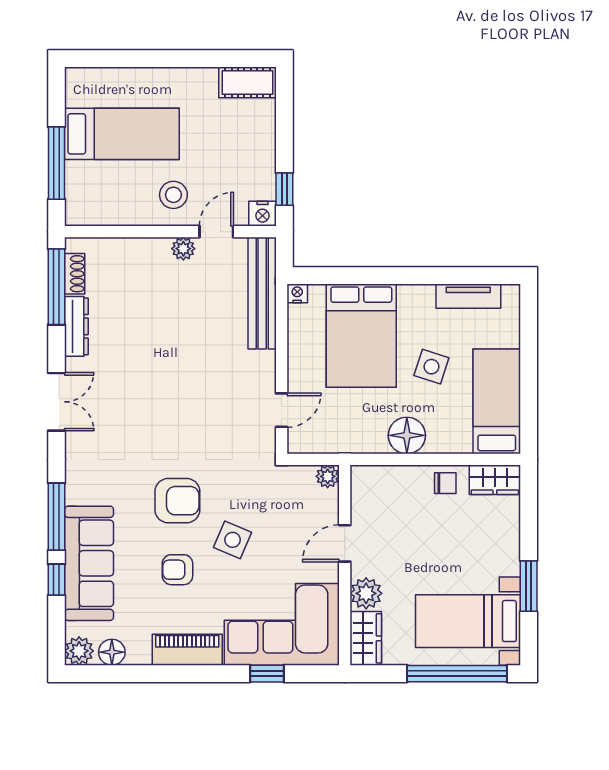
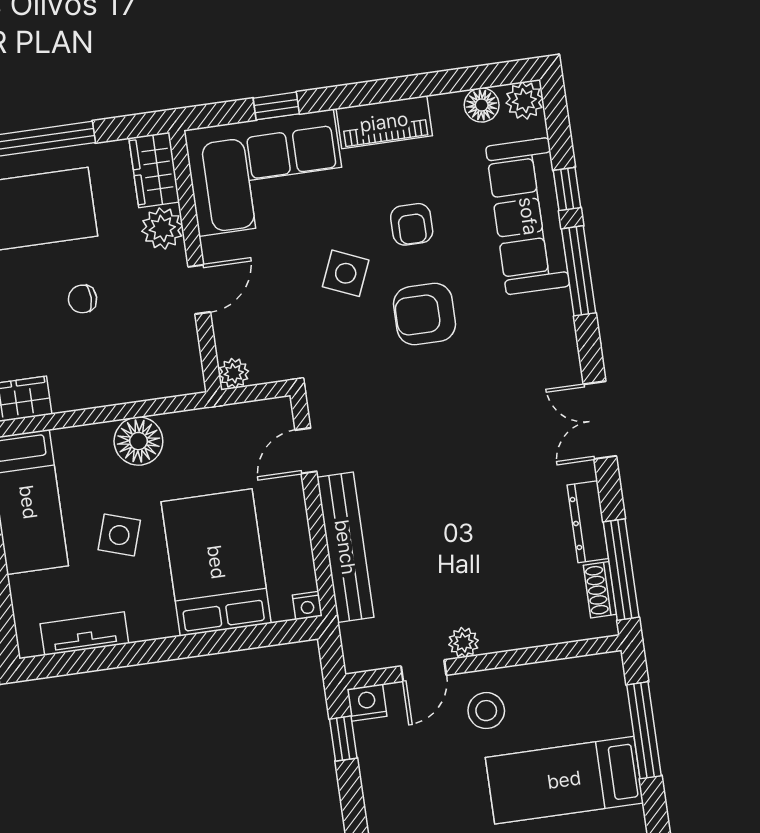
bench: (262, 293) -> (345, 547), moved
chair: (445, 483) -> (83, 299), moved
armchair: (177, 570) -> (412, 224), turned 90

